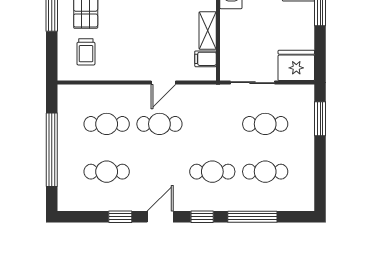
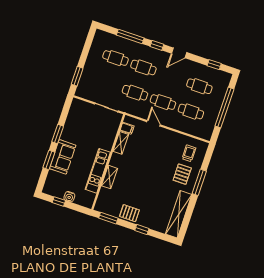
fridge: (296, 65) -> (80, 109), removed
door: (163, 83) -> (153, 123), hinge flipped
cafe table: (265, 124) -> (135, 93), moved
window: (120, 217) -> (214, 65), moved

